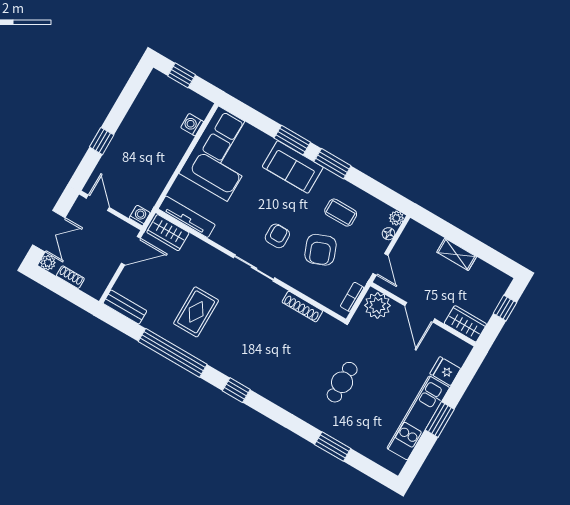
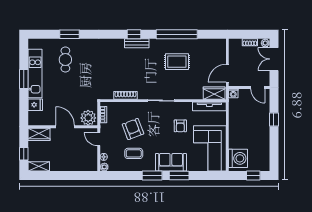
washing machine: (192, 125) -> (238, 158), width x1.89, depth x1.89
armchair: (277, 236) -> (180, 126), moved
shelving: (457, 254) -> (39, 166), moved
bench: (125, 307) -> (137, 43), moved
rug: (196, 312) -> (177, 62), turned 90
cafe table: (342, 382) -> (65, 60), moved

